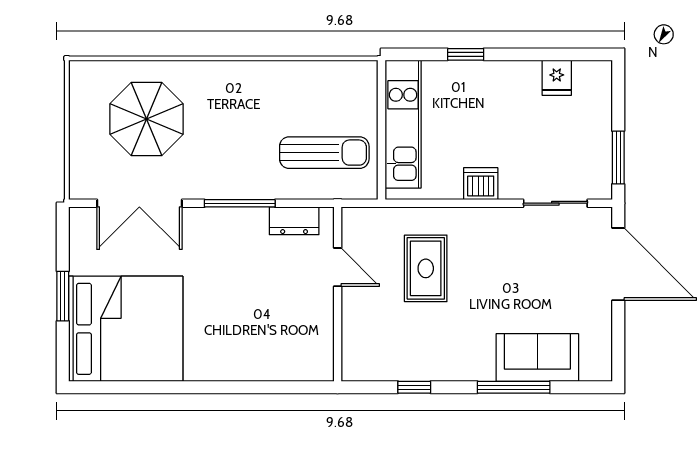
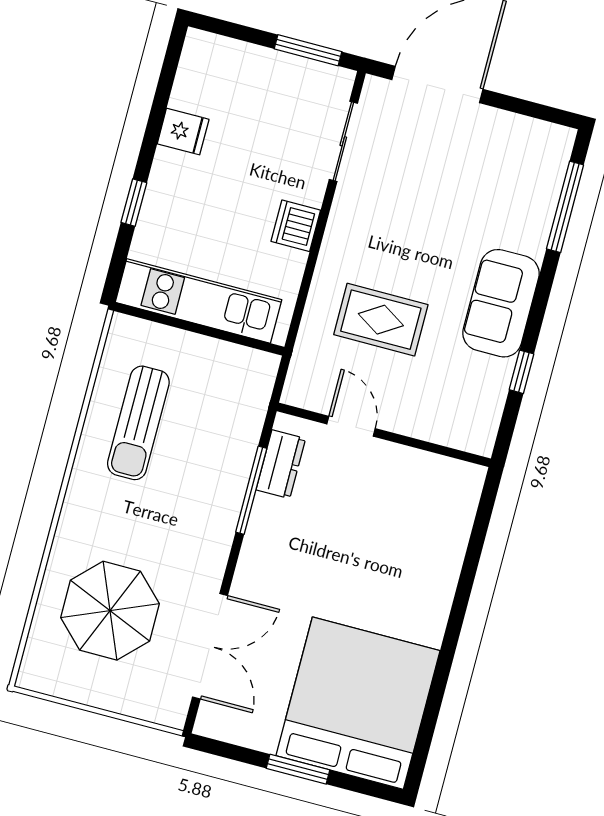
fridge: (557, 78) -> (183, 132), moved
sun lounger: (324, 153) -> (138, 423), moved, turned 180
window: (240, 203) -> (251, 490), moved
door: (338, 267) -> (351, 426), hinge flipped
sofa: (537, 358) -> (501, 303), moved
window: (514, 387) -> (565, 207), moved

